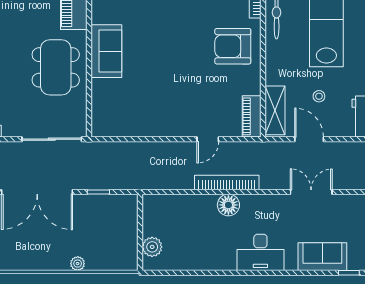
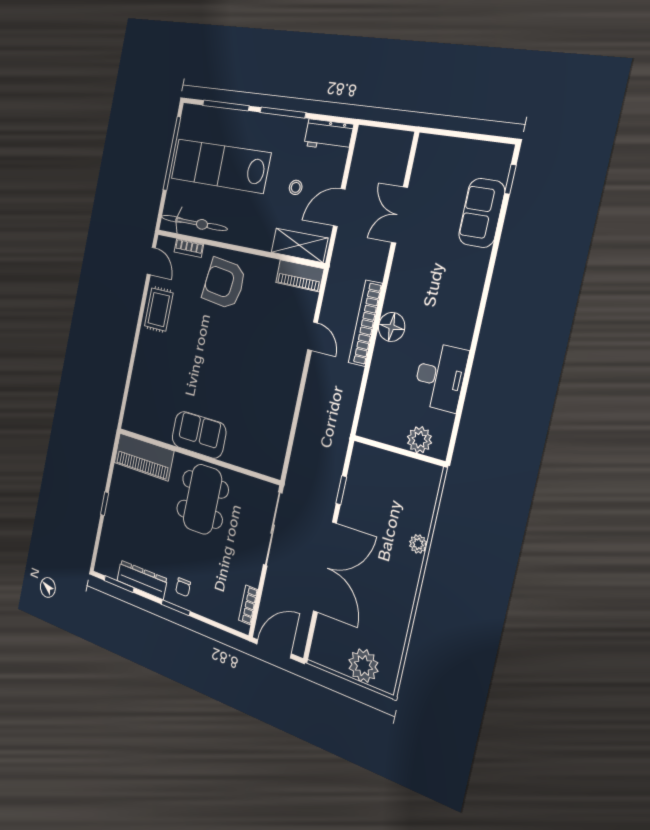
armchair: (233, 46) -> (224, 283), turned 97
dining table: (56, 67) -> (202, 499), turned 90
desk: (260, 252) -> (440, 377), moved

